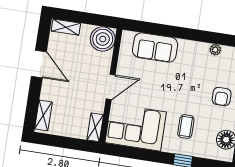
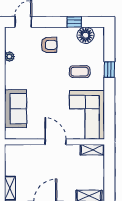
boiler: (103, 39) -> (15, 155), removed

